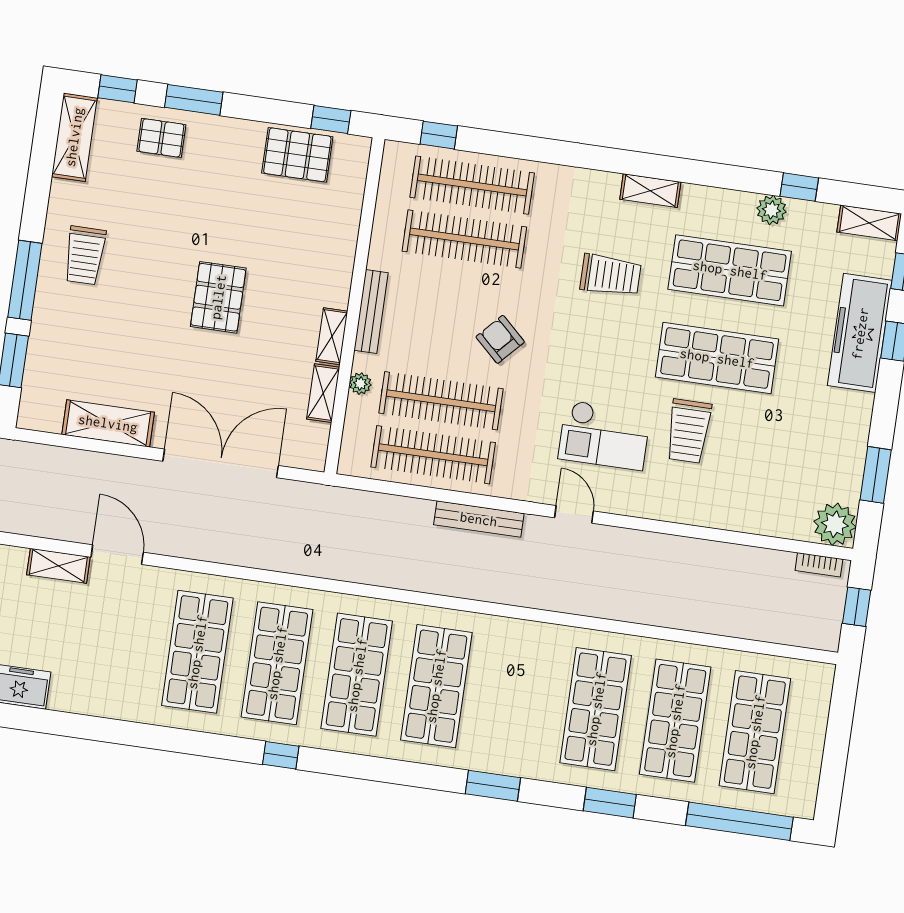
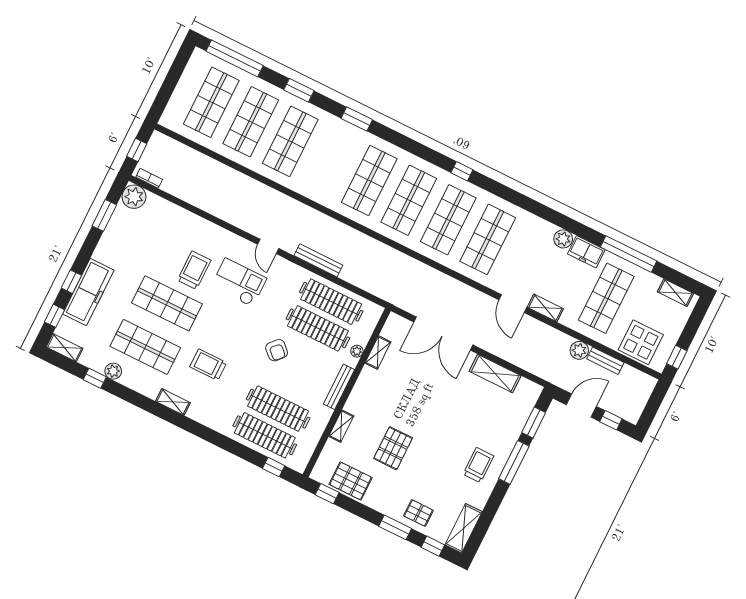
pallet: (218, 297) -> (393, 448), moved
shelving: (332, 336) -> (341, 426), moved
plant: (67, 696) -> (563, 239), added

